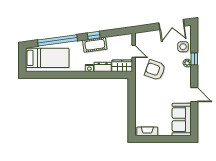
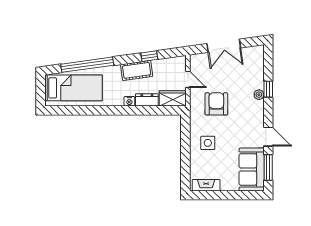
double door: (172, 25) -> (224, 46), moved
window: (94, 35) -> (149, 56), moved
side table: (183, 47) -> (208, 143), moved
armchair: (155, 70) -> (216, 104), turned 70
window: (194, 118) -> (268, 167), added

